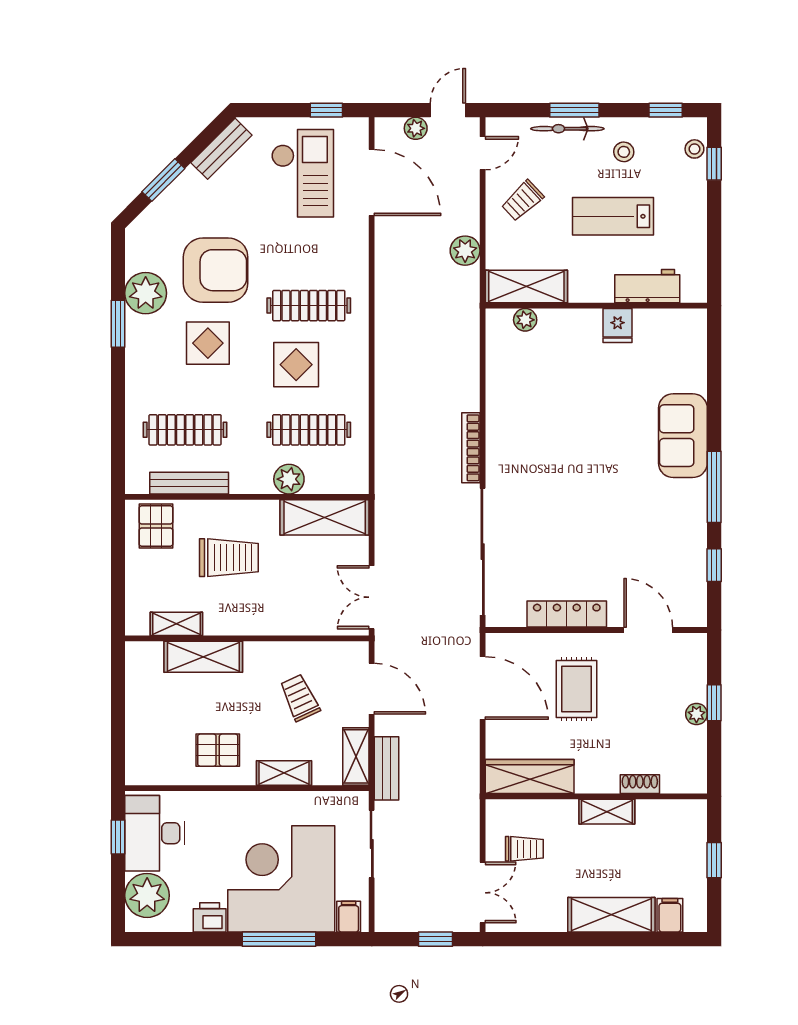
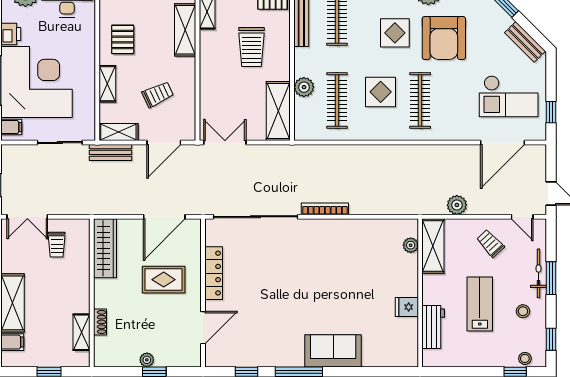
plant: (416, 128) -> (539, 172), removed
shelving: (607, 812) -> (82, 332), moved

